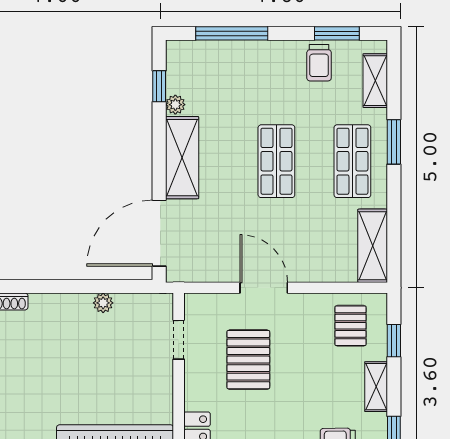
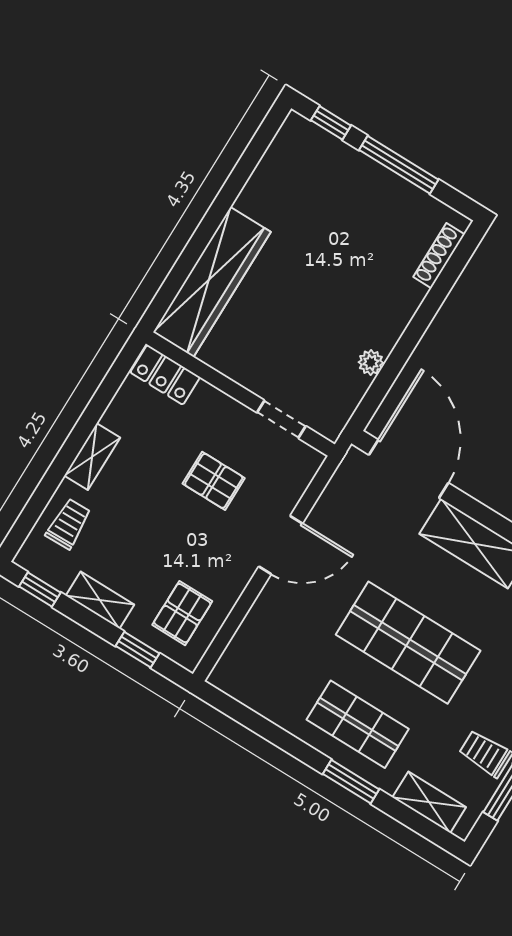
shop shelf: (276, 161) -> (408, 643), width x1.43, depth x1.36
shelving: (373, 246) -> (253, 690), removed
pallet: (351, 326) -> (182, 613), turned 90
pallet: (248, 360) -> (214, 481), width x0.67, depth x0.71

